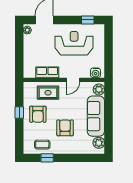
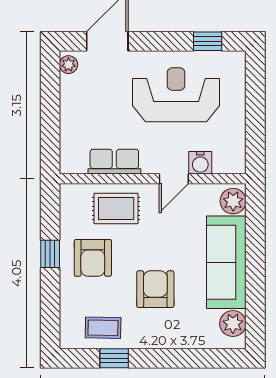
water cooler: (96, 73) -> (200, 163), moved

